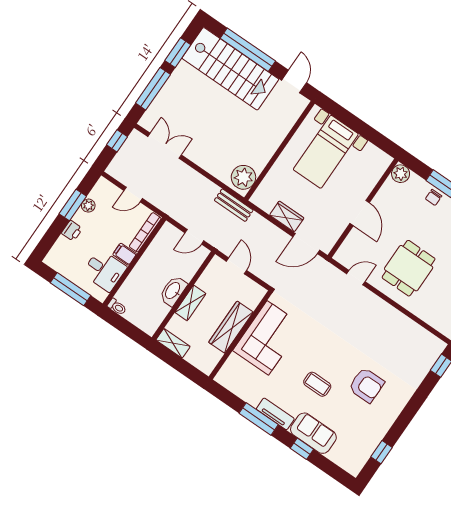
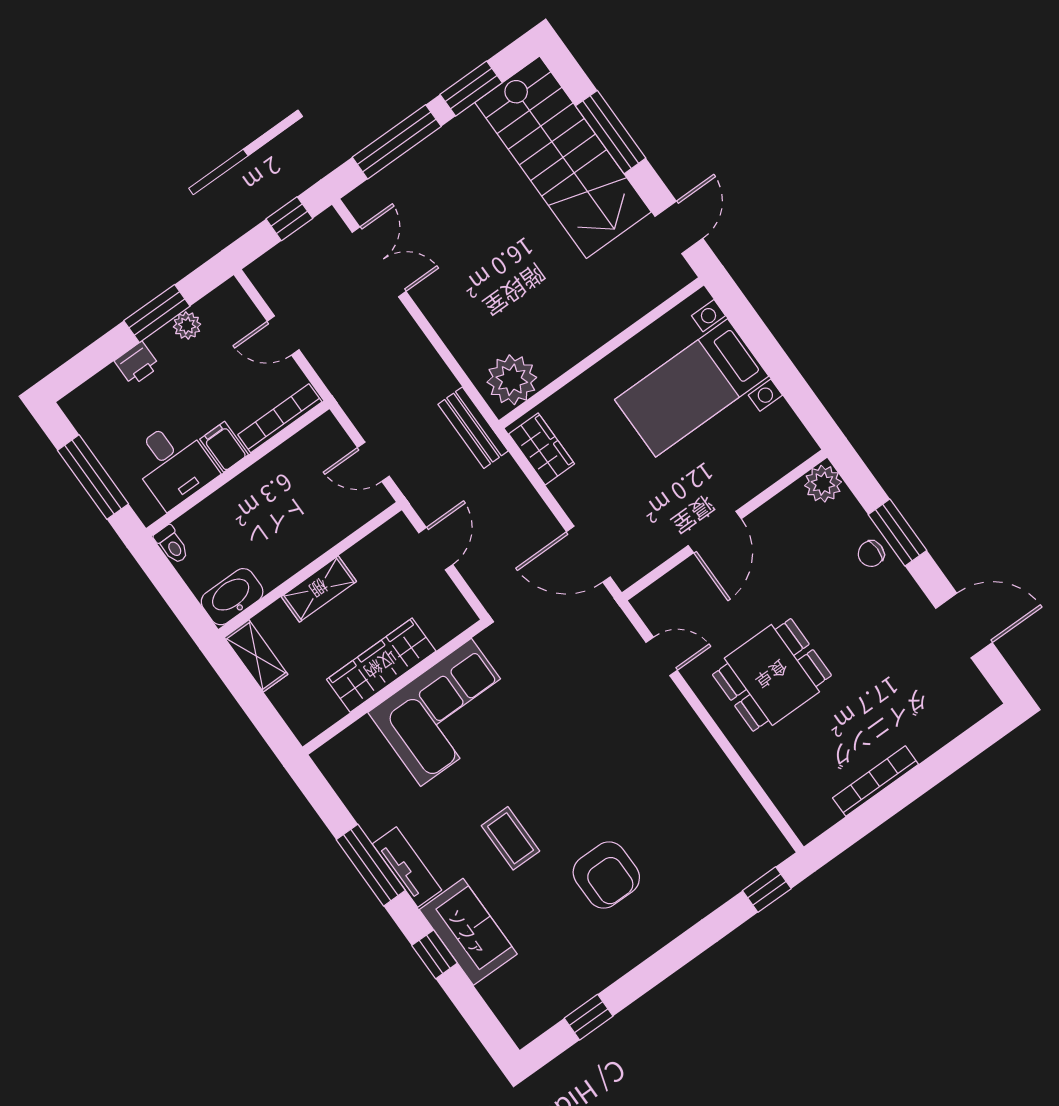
window: (248, 50) -> (611, 132), width x0.68
wardrobe: (287, 216) -> (542, 449), moved
washbasin: (173, 291) -> (232, 597), moved

